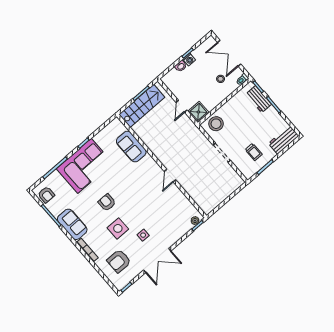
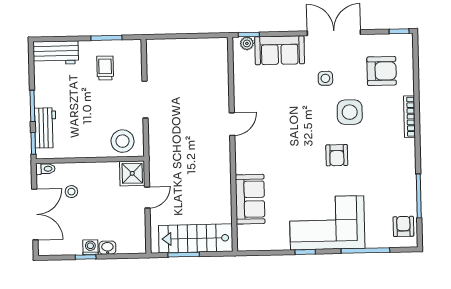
sofa: (72, 224) -> (280, 50), moved, turned -90

